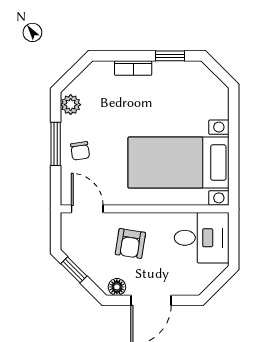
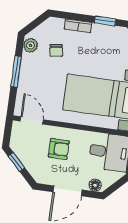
chair: (80, 151) -> (56, 50), moved
armchair: (130, 243) -> (59, 149), turned -99
floor lamp: (117, 287) -> (95, 185), moved

